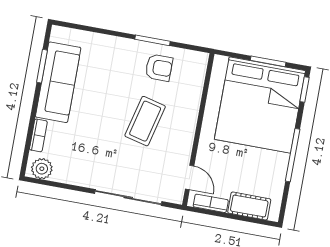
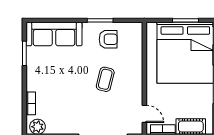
sofa: (58, 82) -> (54, 34), moved, turned 90
coffee table: (145, 121) -> (105, 79), width x0.73, depth x0.77

